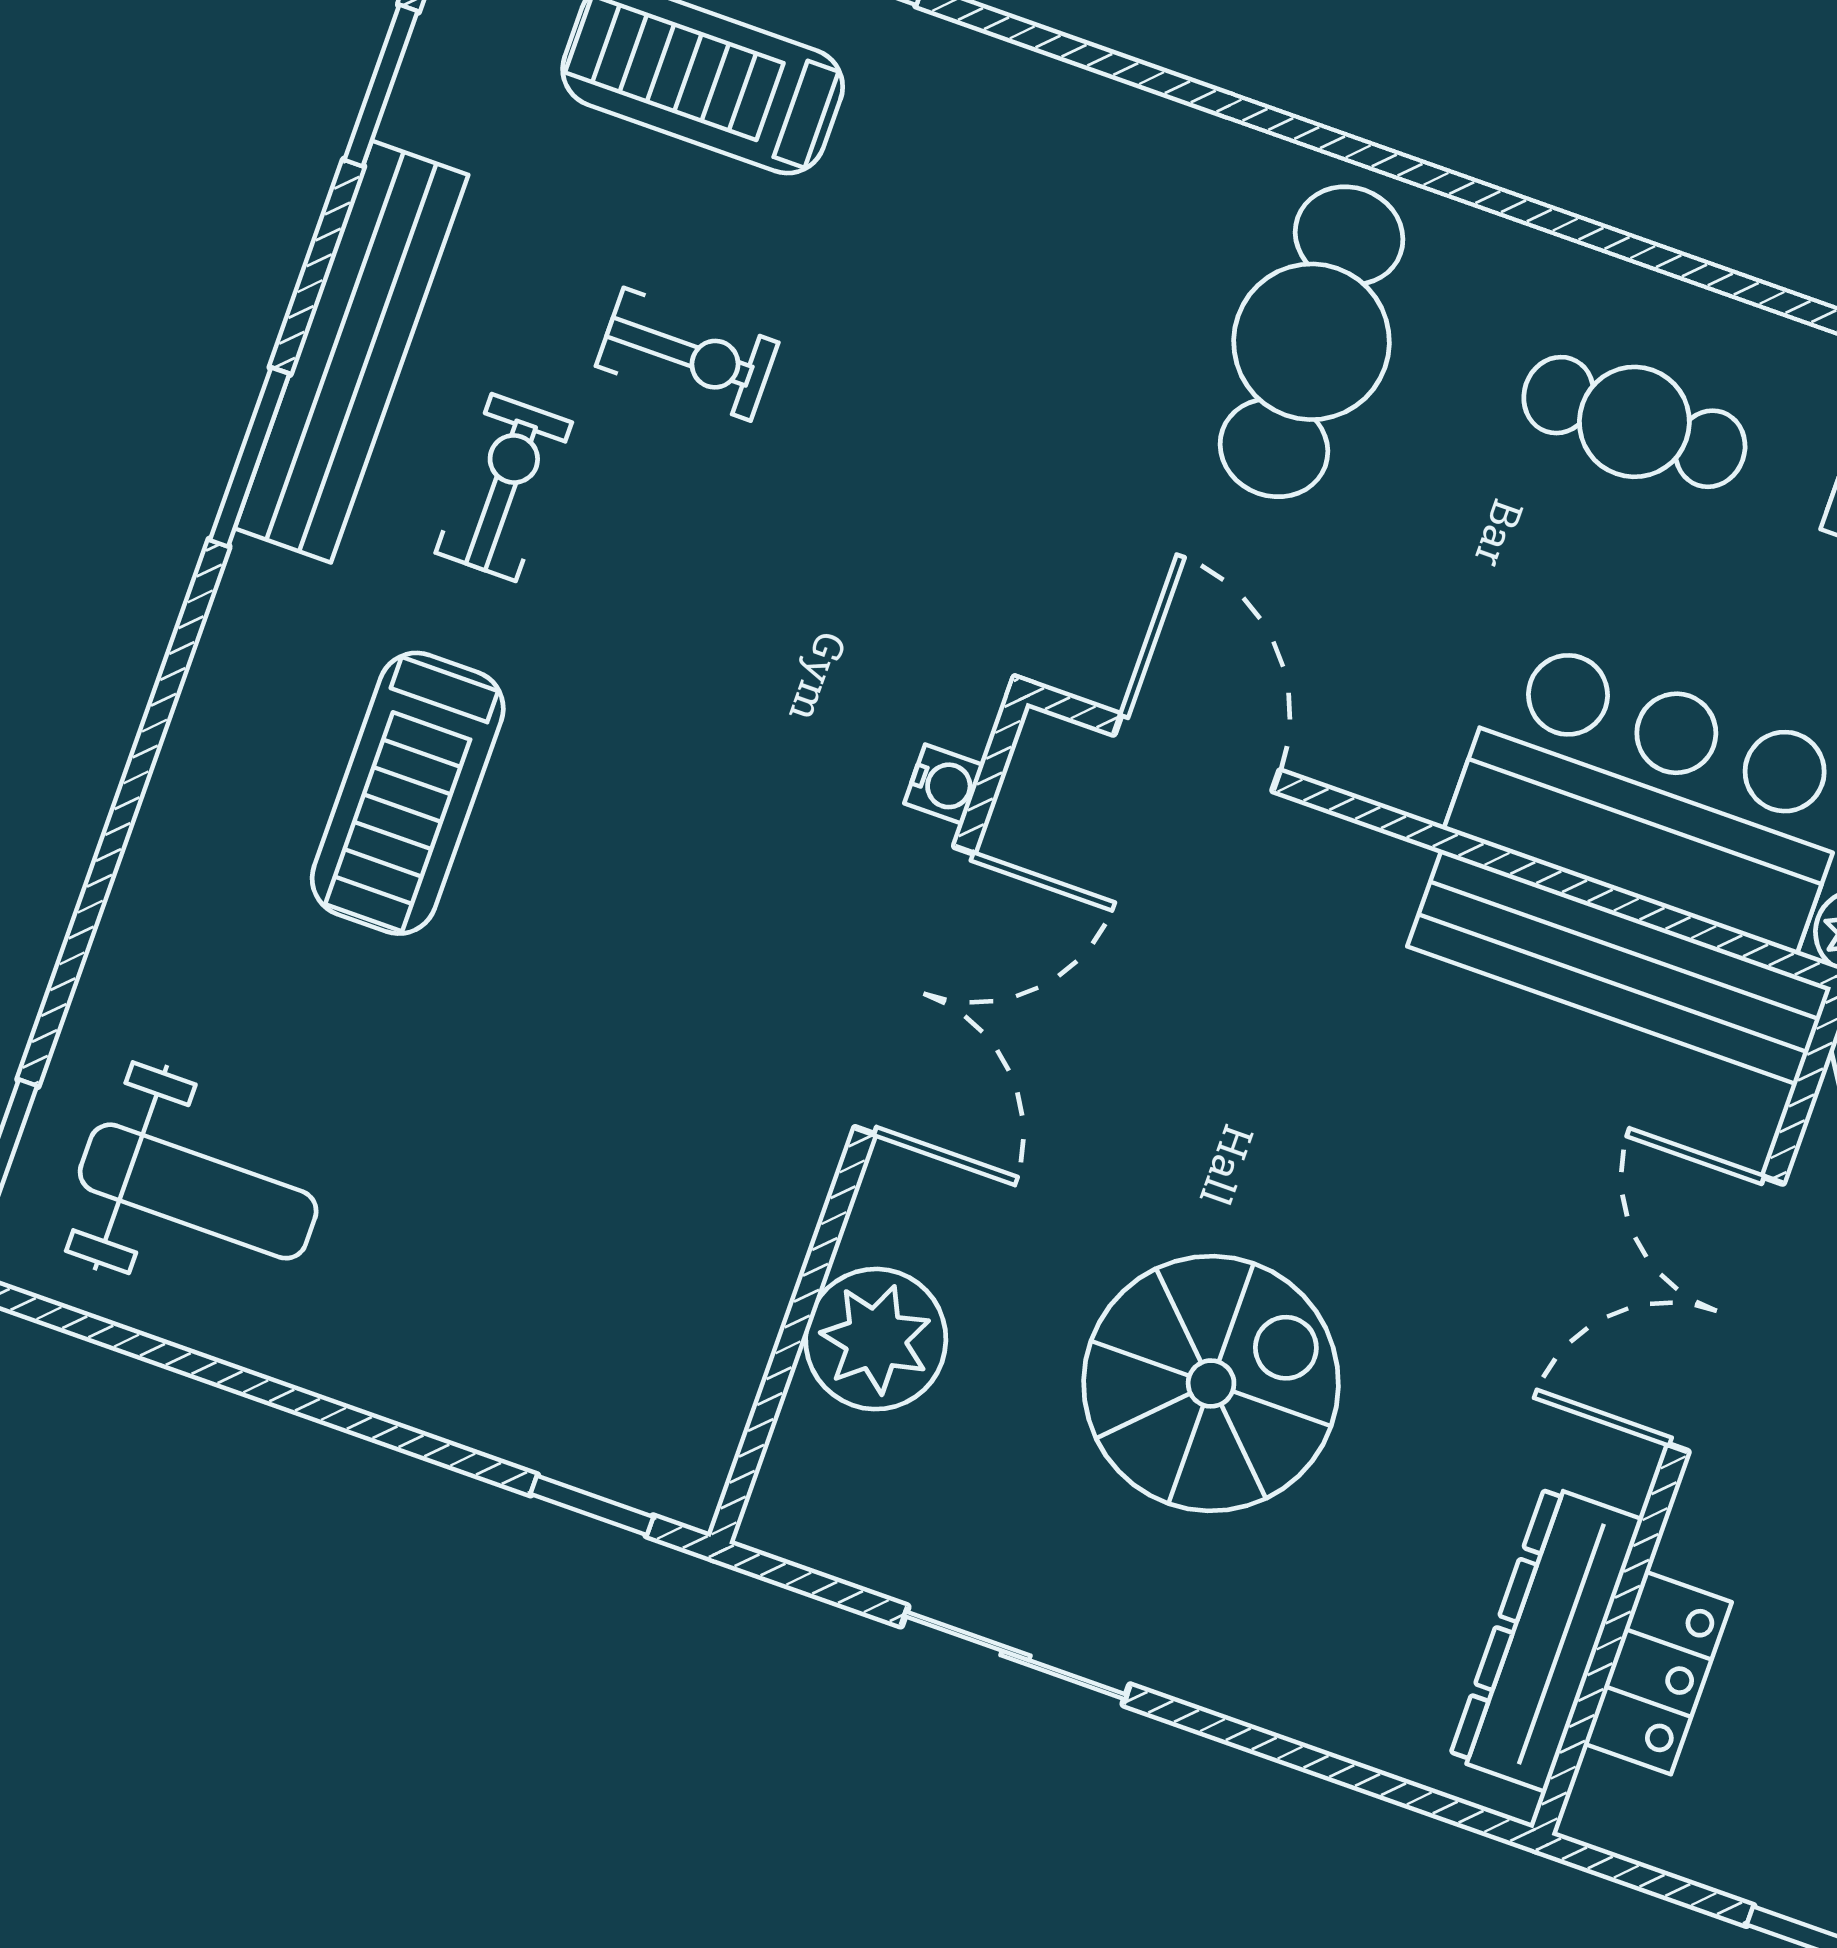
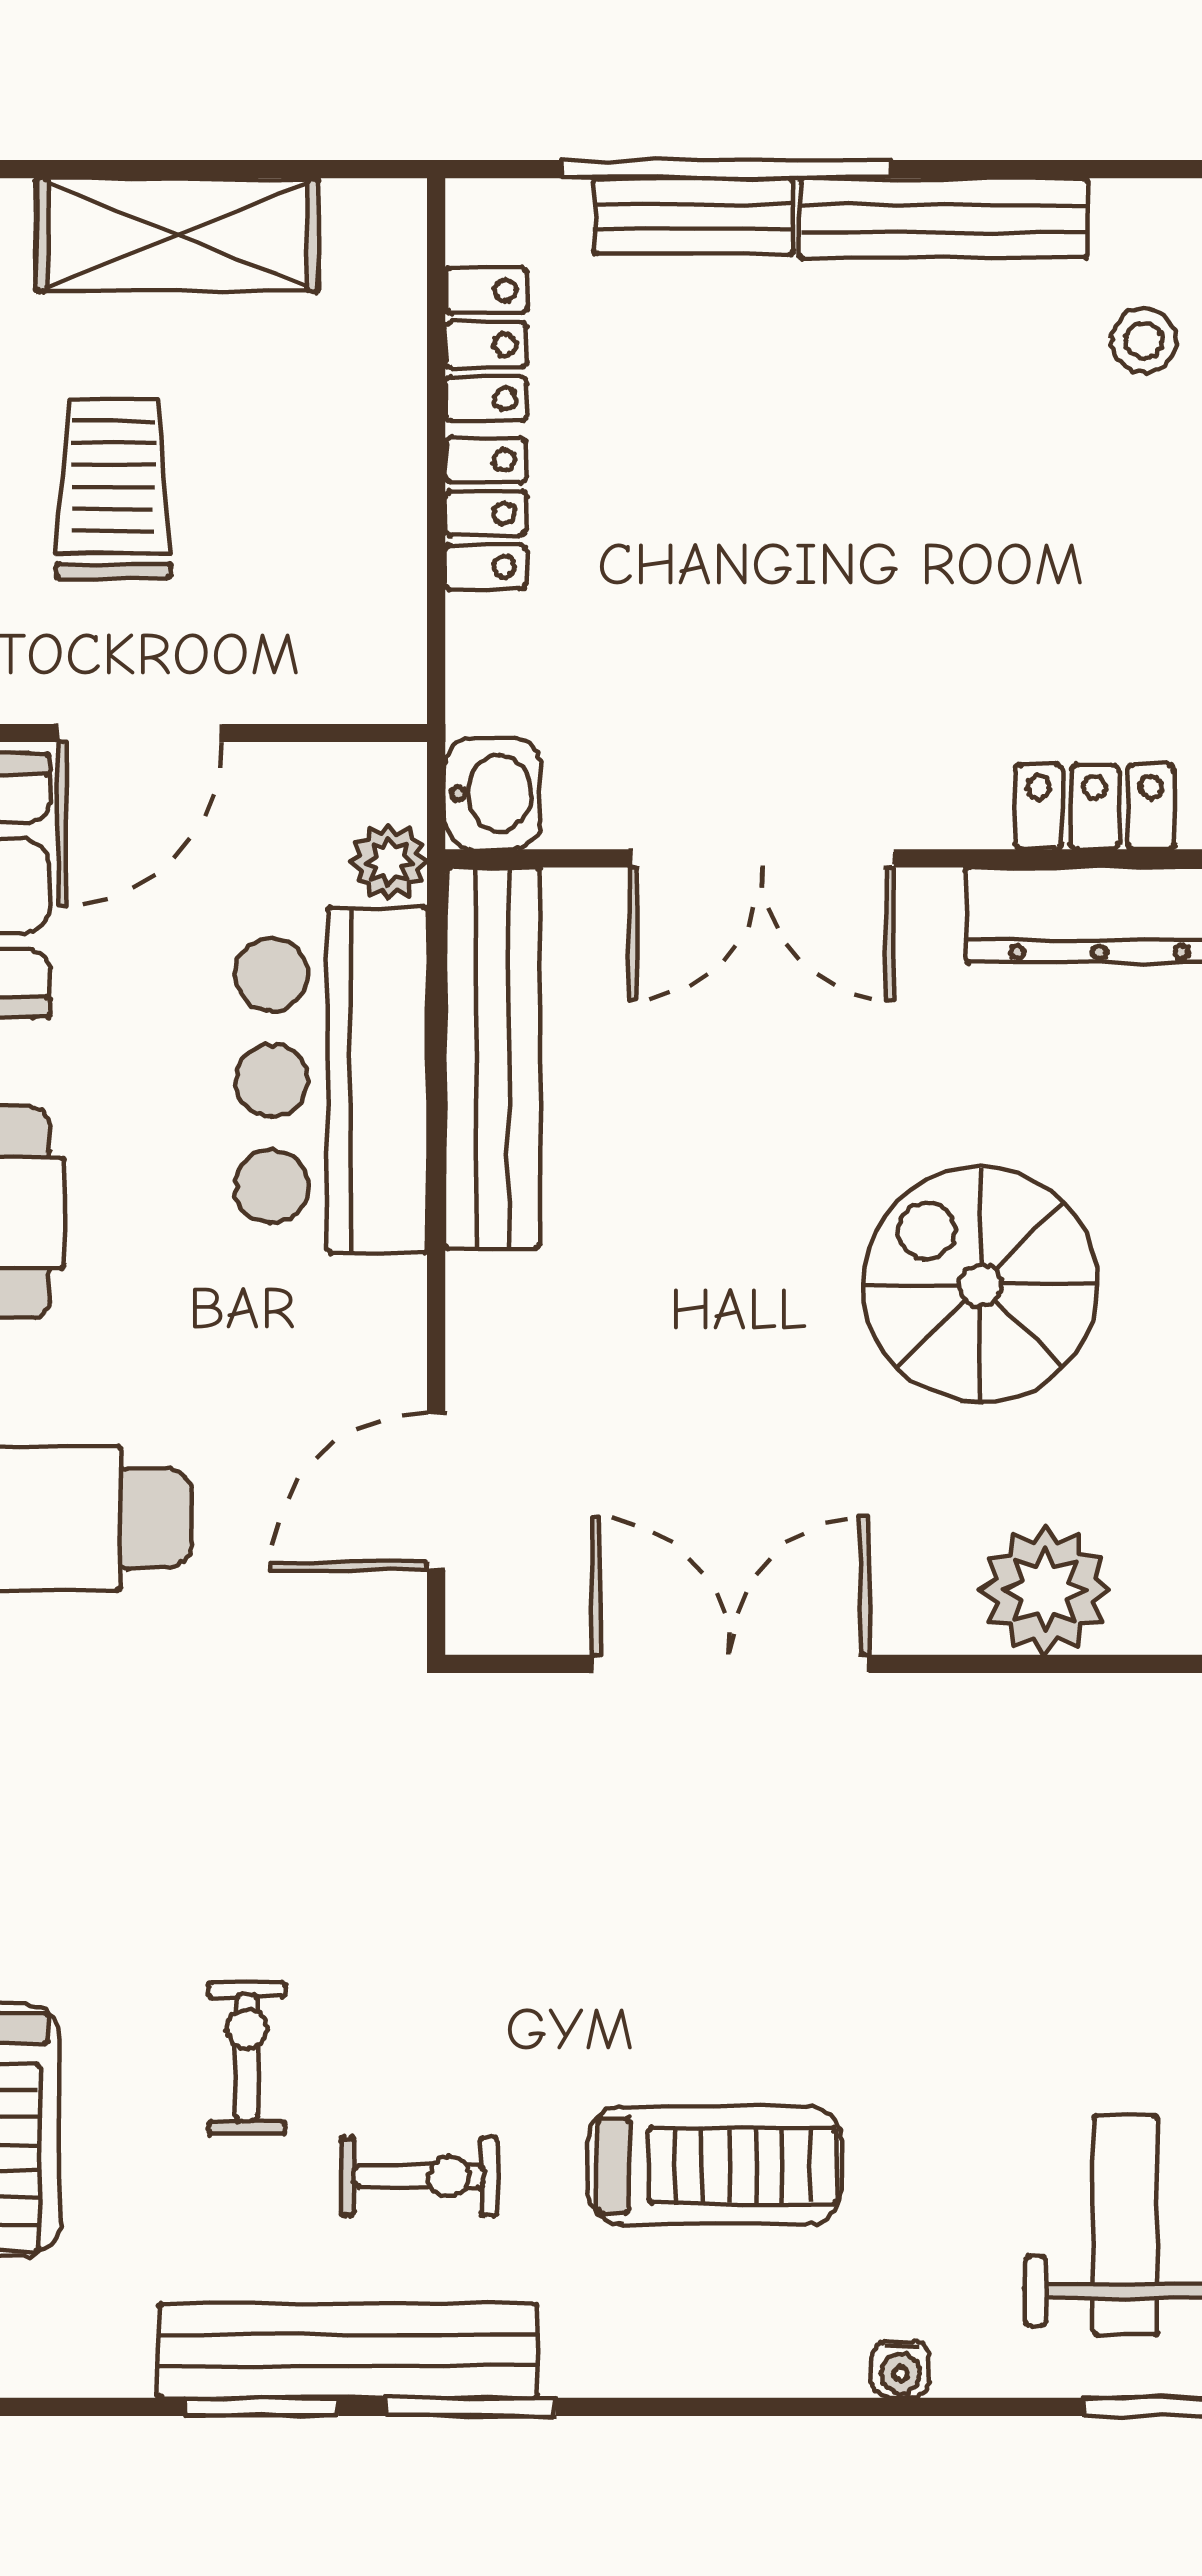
window: (381, 86) -> (262, 2407), moved
exercise bike: (504, 488) -> (419, 2176), turned 180
water cooler: (944, 784) -> (901, 2369), moved, turned 180

